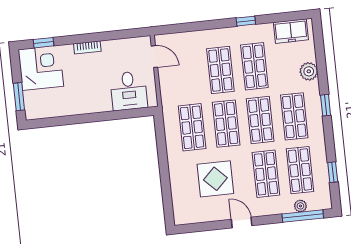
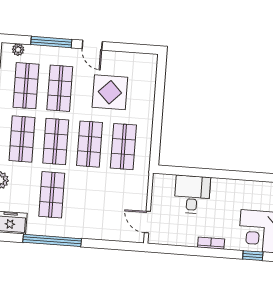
window: (246, 21) -> (52, 240), width x3.17
shop shelf: (220, 70) -> (86, 197), removed
desk: (129, 91) -> (192, 194), moved
plant: (300, 206) -> (18, 50), moved
window: (303, 216) -> (51, 42), moved

